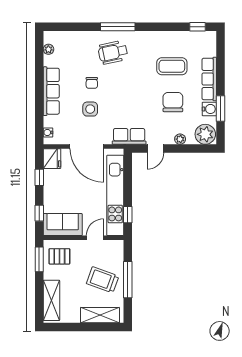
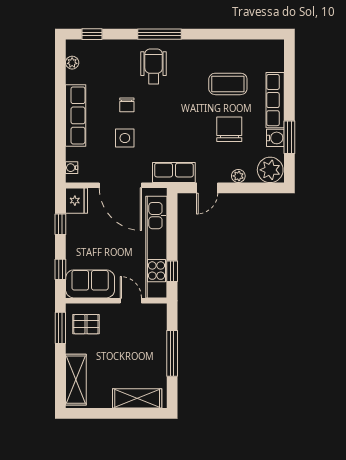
window: (198, 27) -> (92, 34), moved
wheelchair: (113, 52) -> (154, 66), turned 102
door: (95, 238) -> (131, 301), hinge flipped
trolley: (103, 280) -> (140, 354), removed

